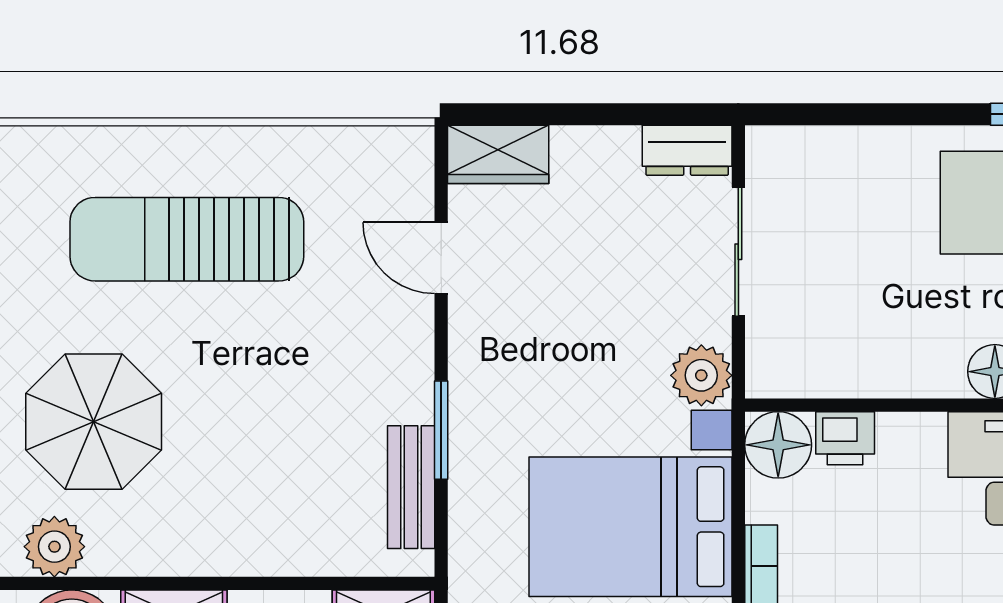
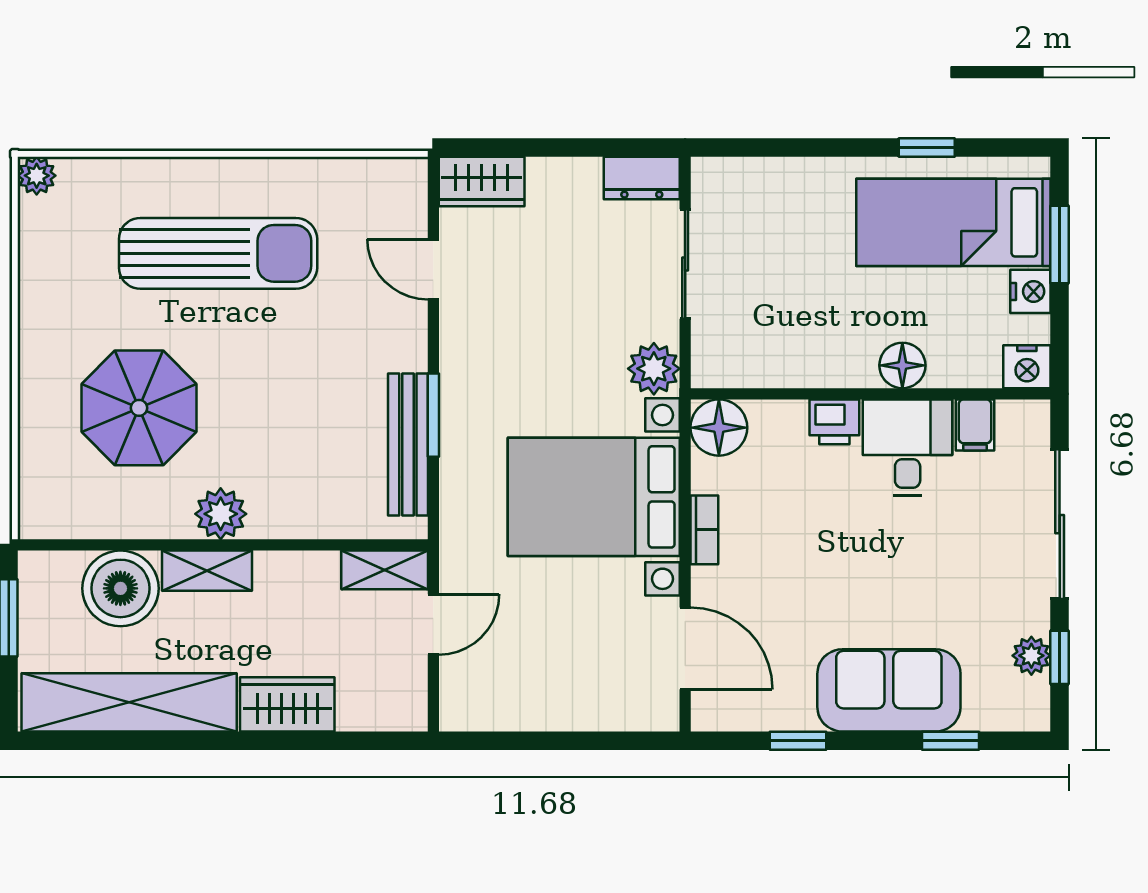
sun lounger: (187, 239) -> (218, 253), turned 180
printer: (845, 438) -> (834, 422), moved
bench: (411, 487) -> (408, 444), width x1.36
plant: (54, 547) -> (221, 514), moved

